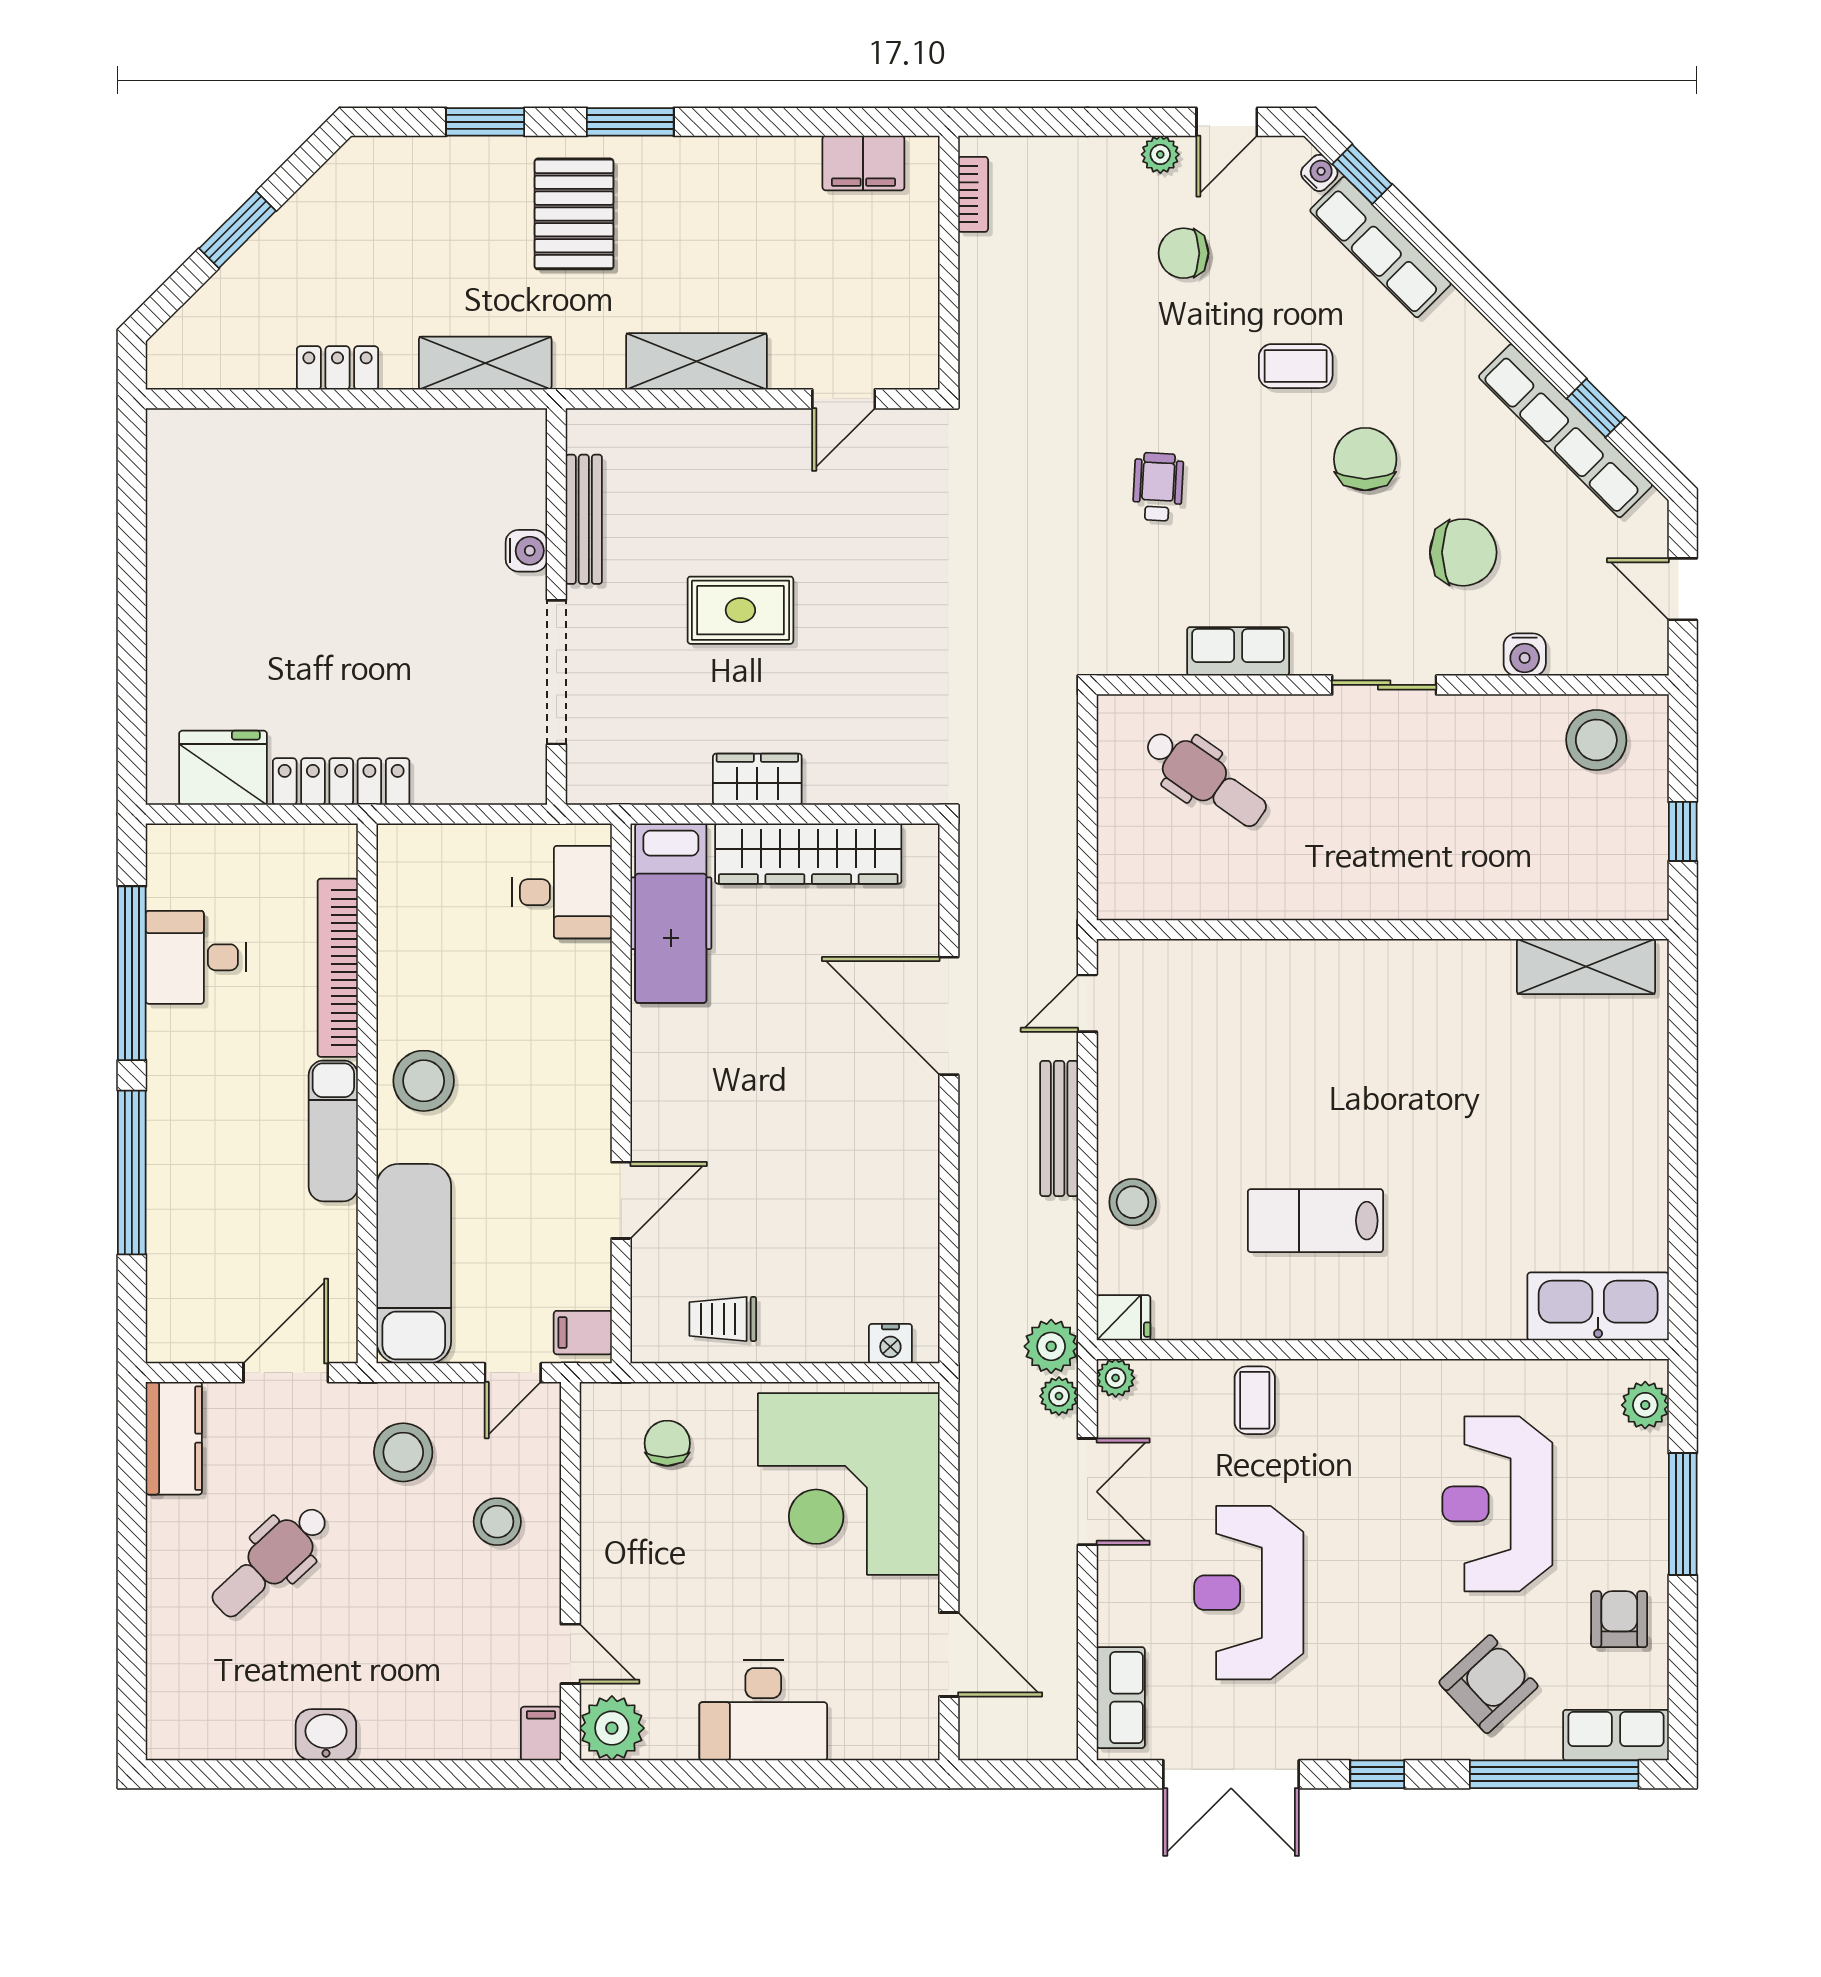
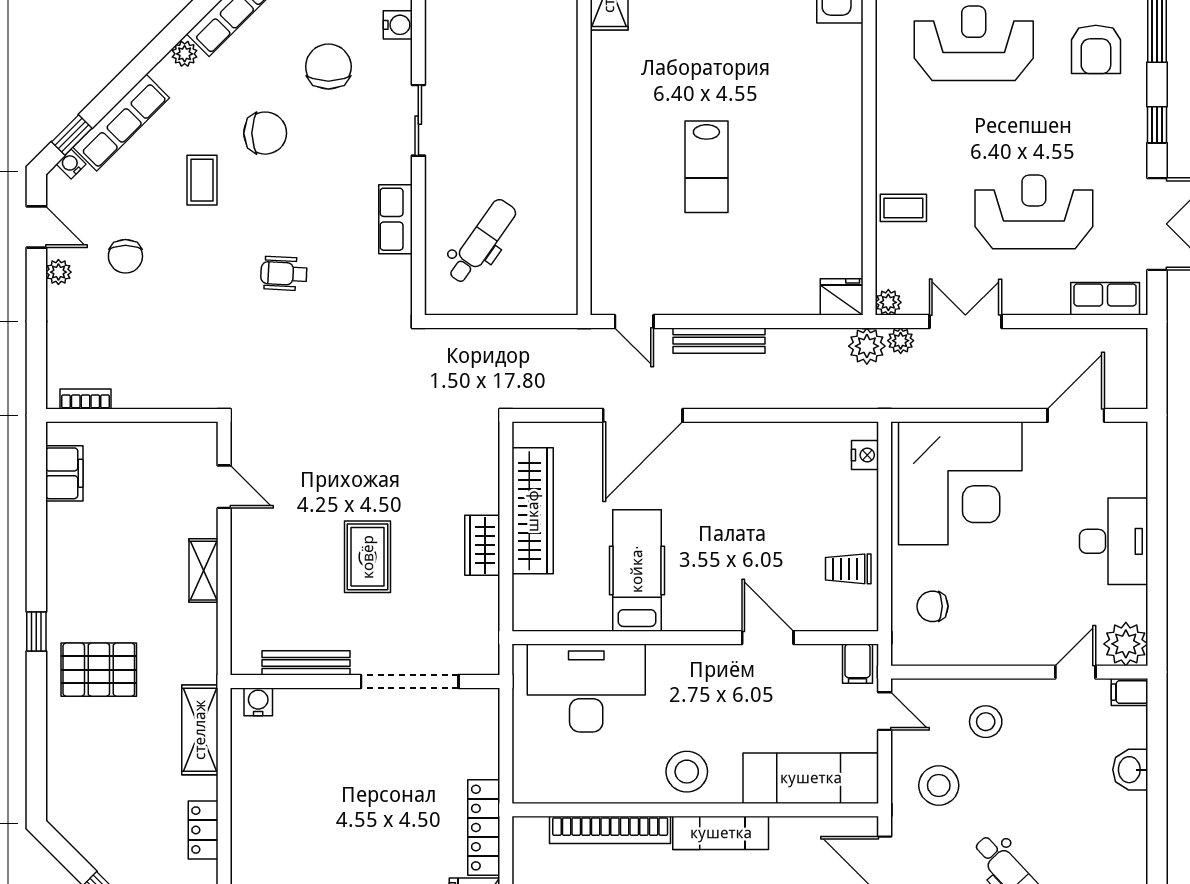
window: (485, 122) -> (36, 730), removed
window: (630, 122) -> (36, 631), width x0.67
plant: (1482, 340) -> (185, 54), added
shelving: (697, 361) -> (204, 571), width x0.67, depth x0.75
chair: (1365, 459) -> (265, 133), turned 180
water cooler: (526, 551) -> (258, 702), moved
desk: (562, 892) -> (586, 688), width x1.87, depth x1.30
hospital bed: (671, 913) -> (637, 571), moved, turned -90
stool: (1133, 1202) -> (769, 291), removed
lab bench: (1315, 1221) -> (706, 167), moved
fridge: (1123, 1318) -> (842, 297), width x1.38
trolley: (723, 1319) -> (848, 569), turned 90
reception desk: (1497, 1504) -> (974, 43), turned 180
reception desk: (1249, 1593) -> (1034, 212), turned 180
armchair: (1489, 1684) -> (1096, 49), turned -137
washbasin: (326, 1735) -> (1130, 770), moved

